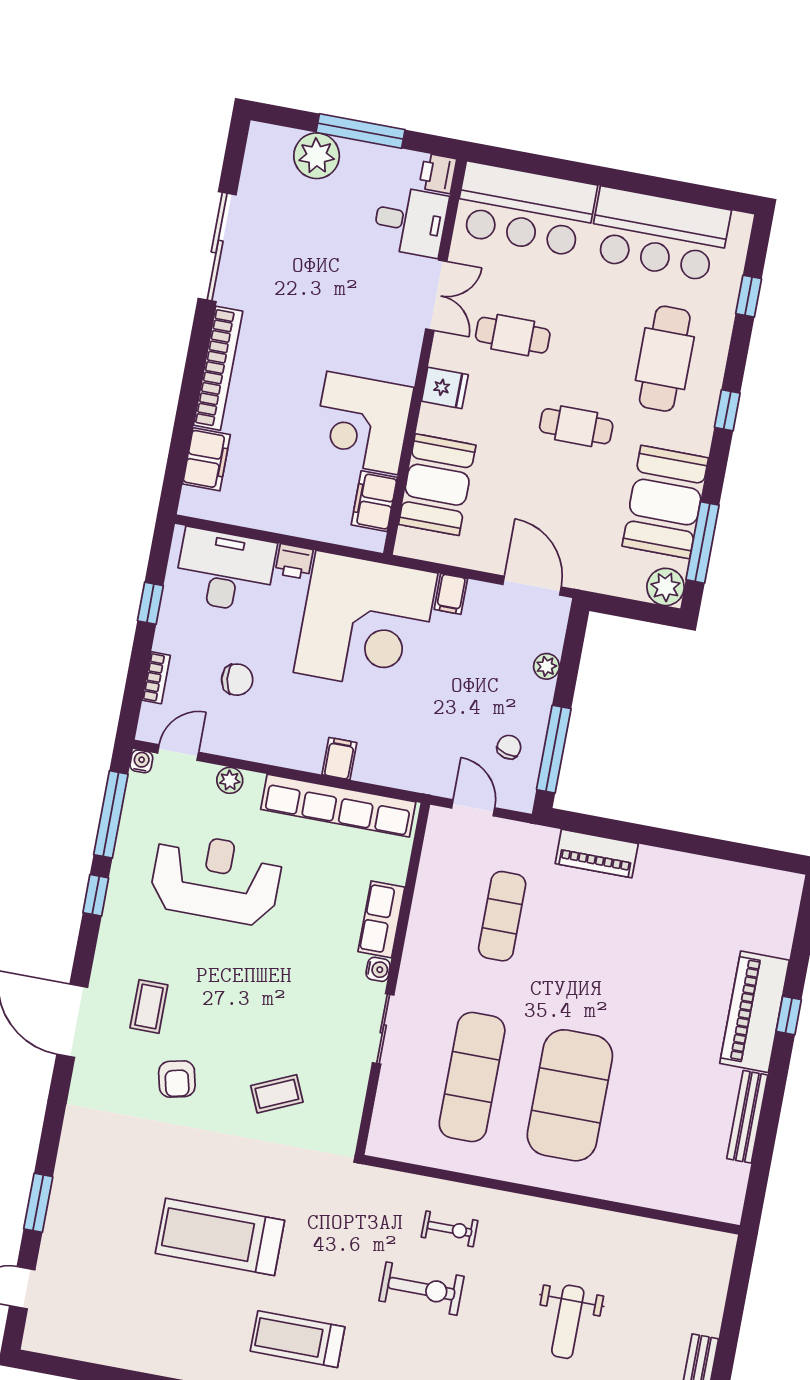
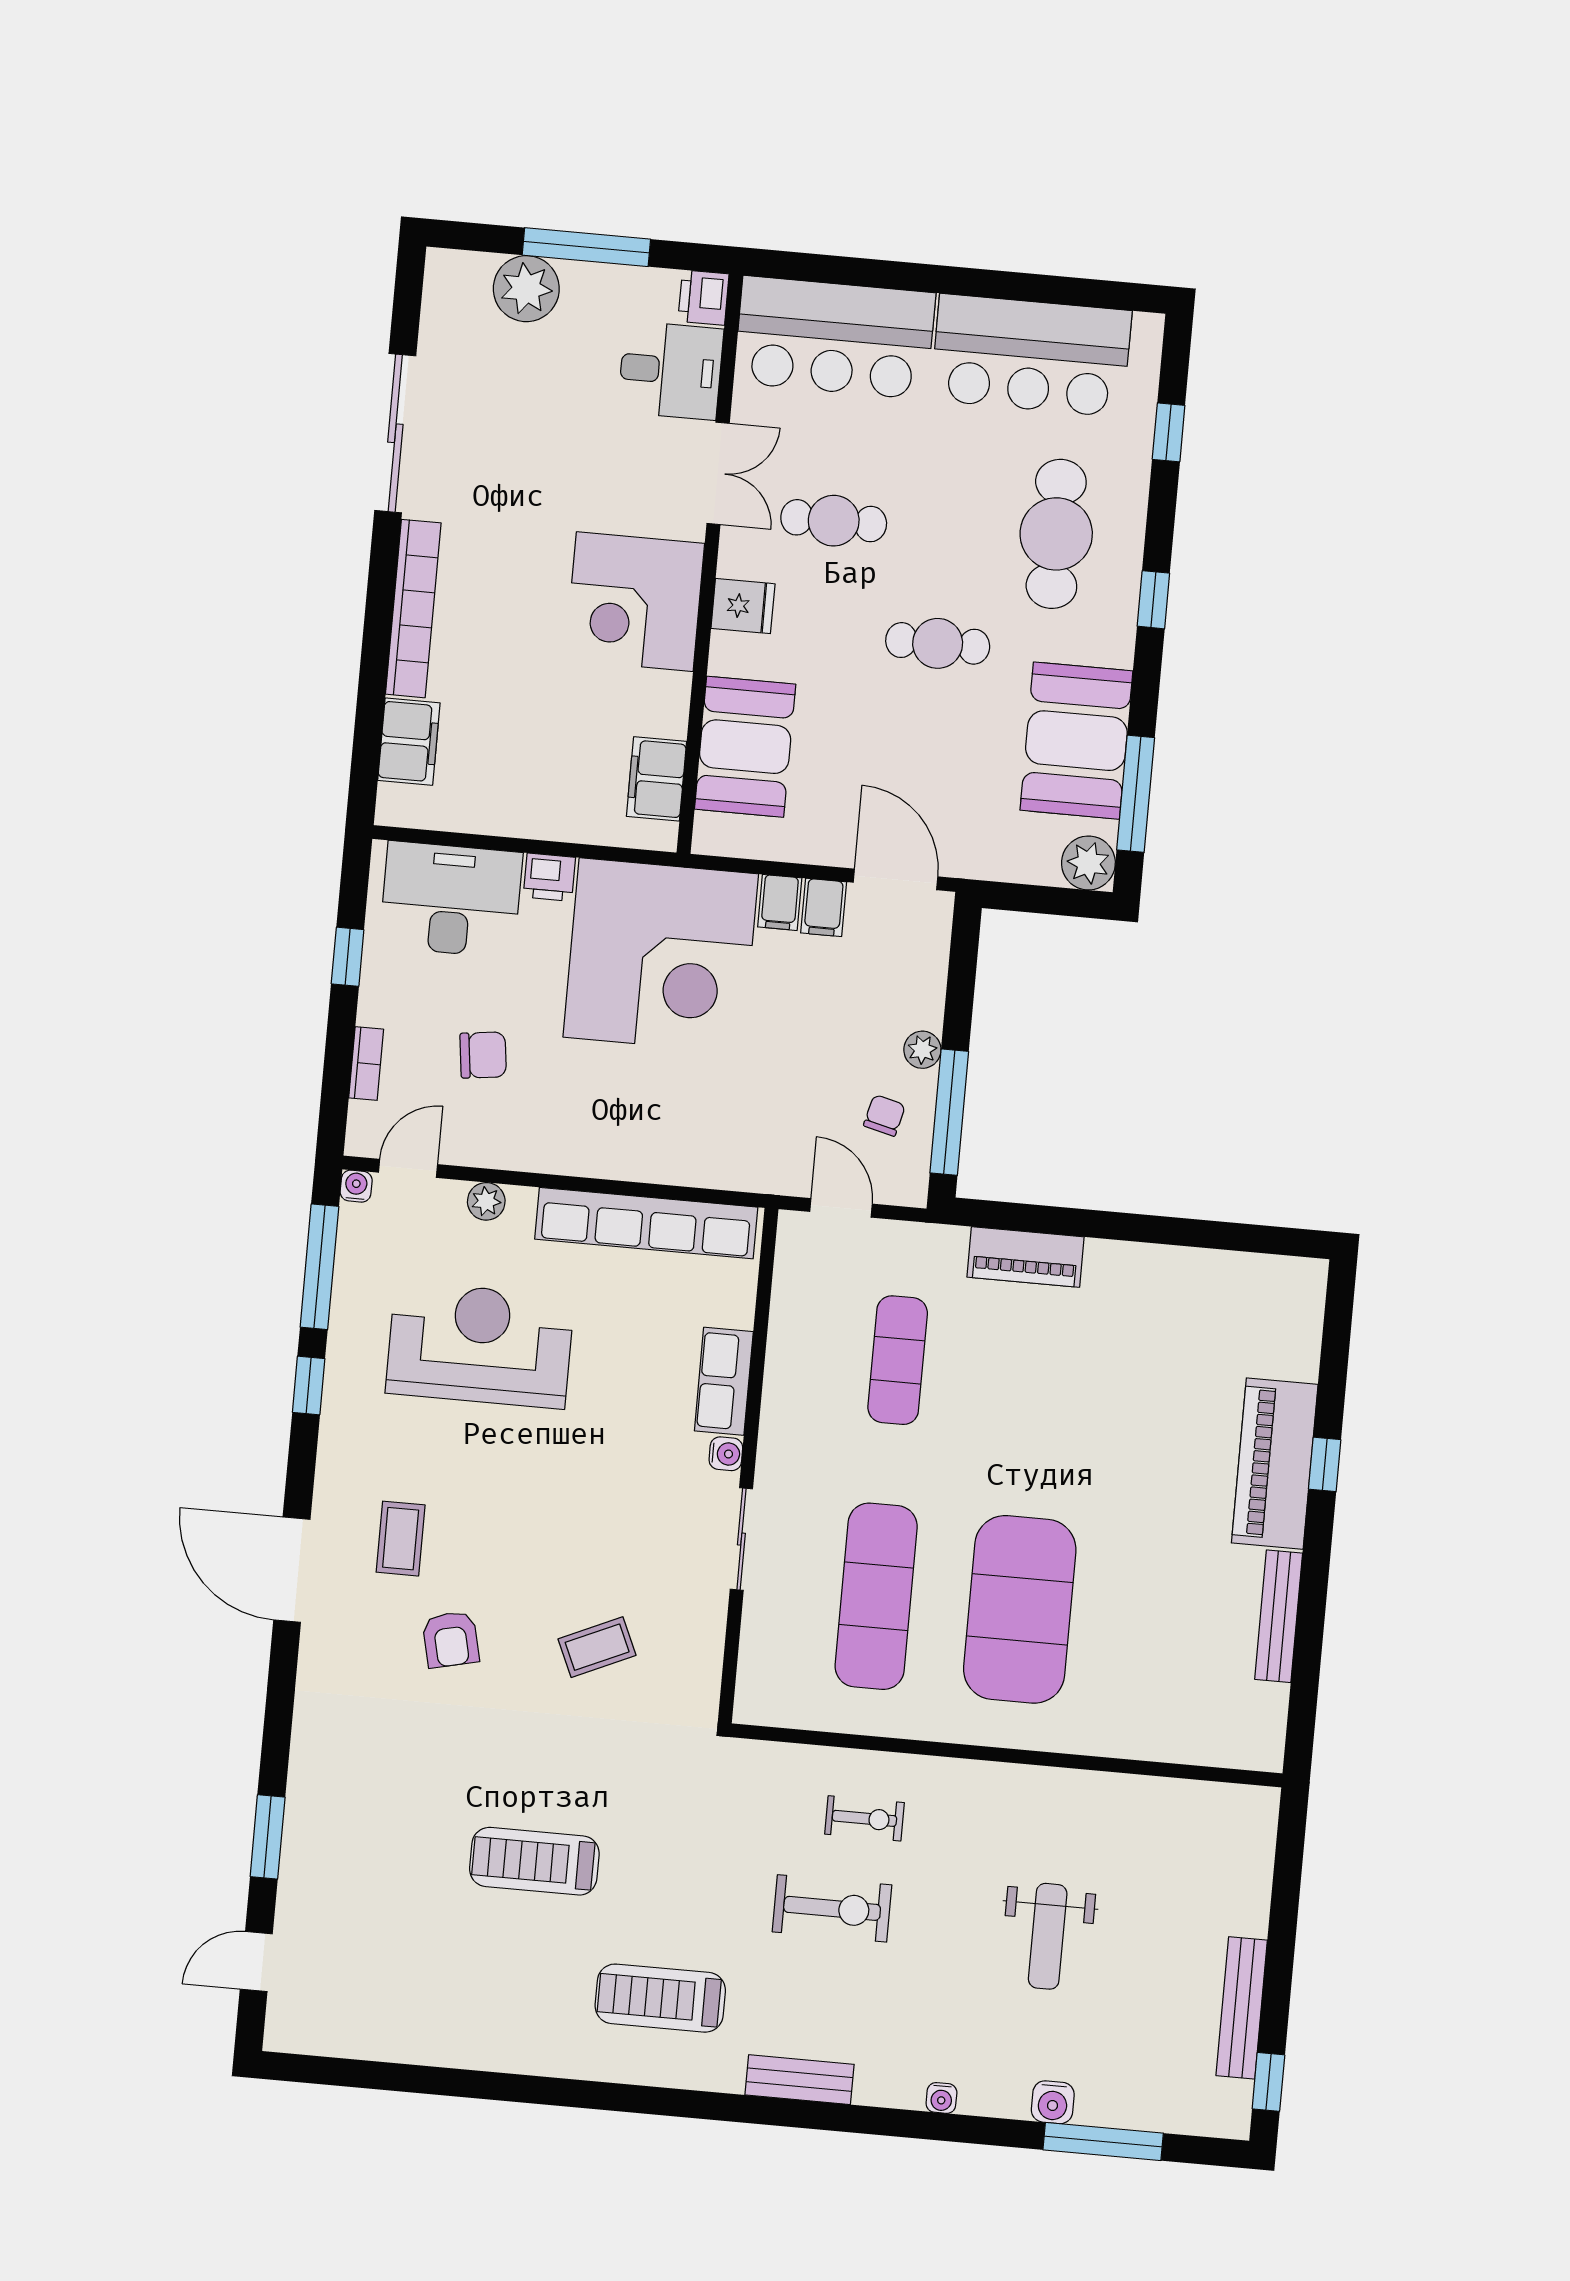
corner desk: (362, 423) -> (635, 602), moved
plant: (546, 666) -> (922, 1050), moved
filing cabinet: (339, 759) -> (824, 907), moved, turned 180
treadmill: (220, 1237) -> (534, 1861), width x0.73, depth x0.73

